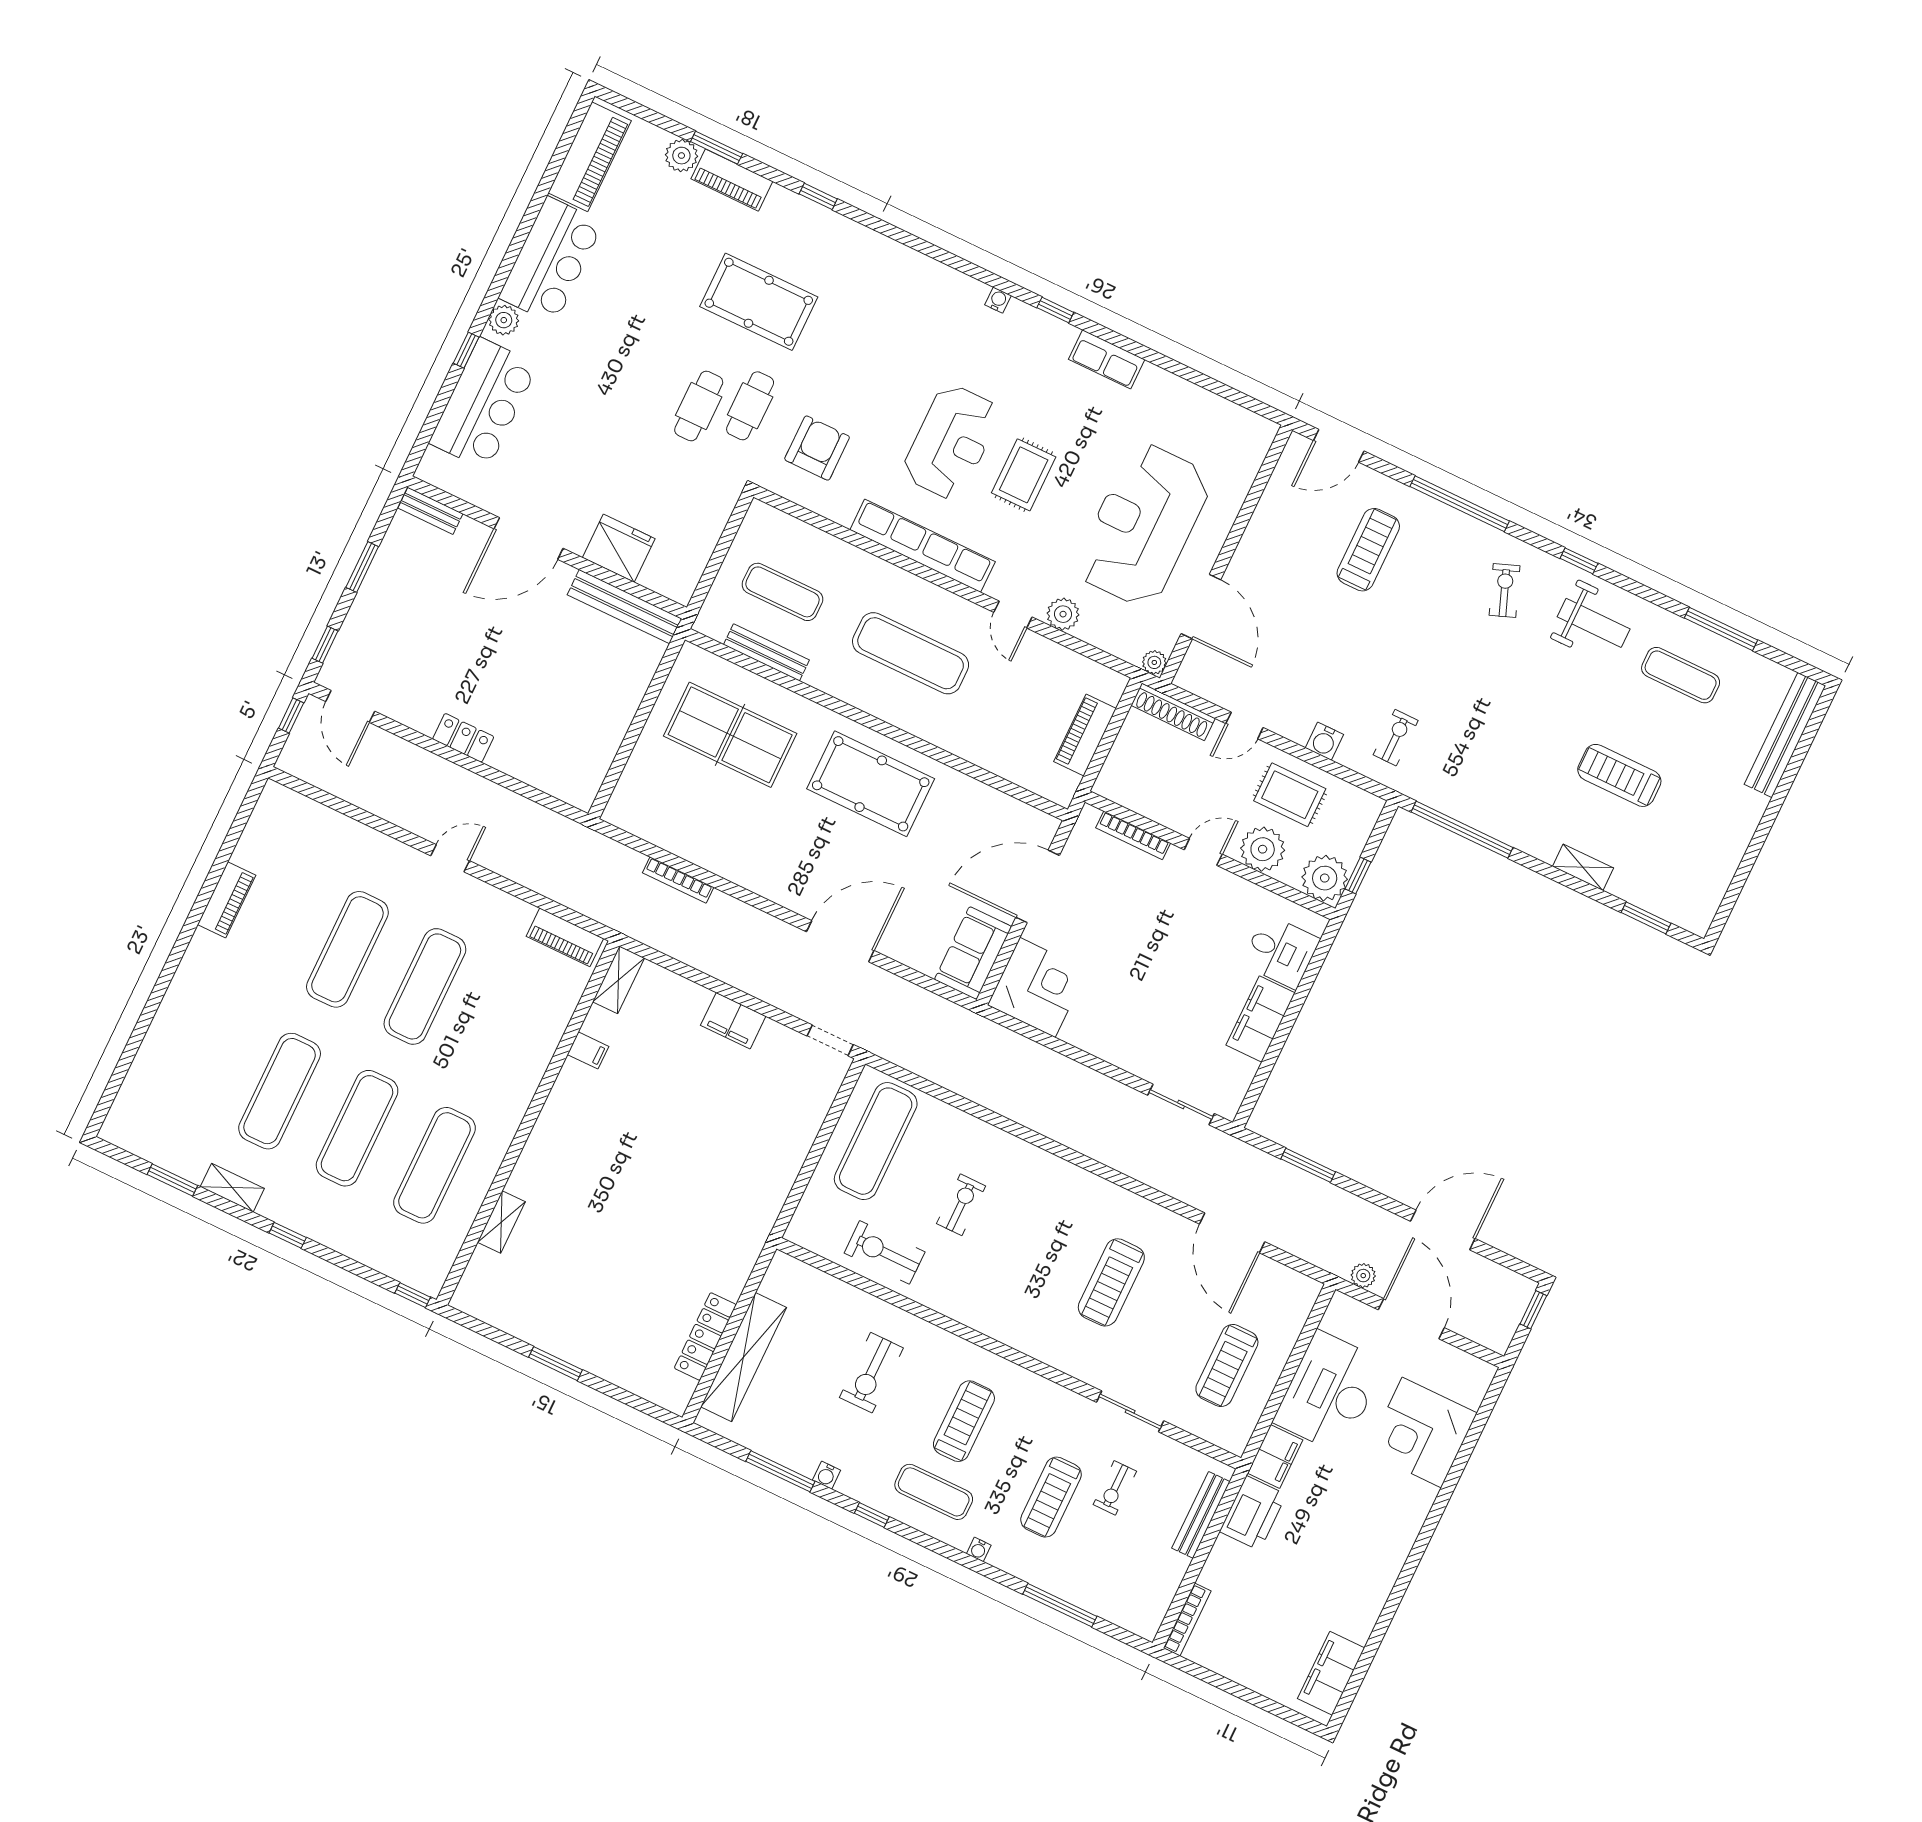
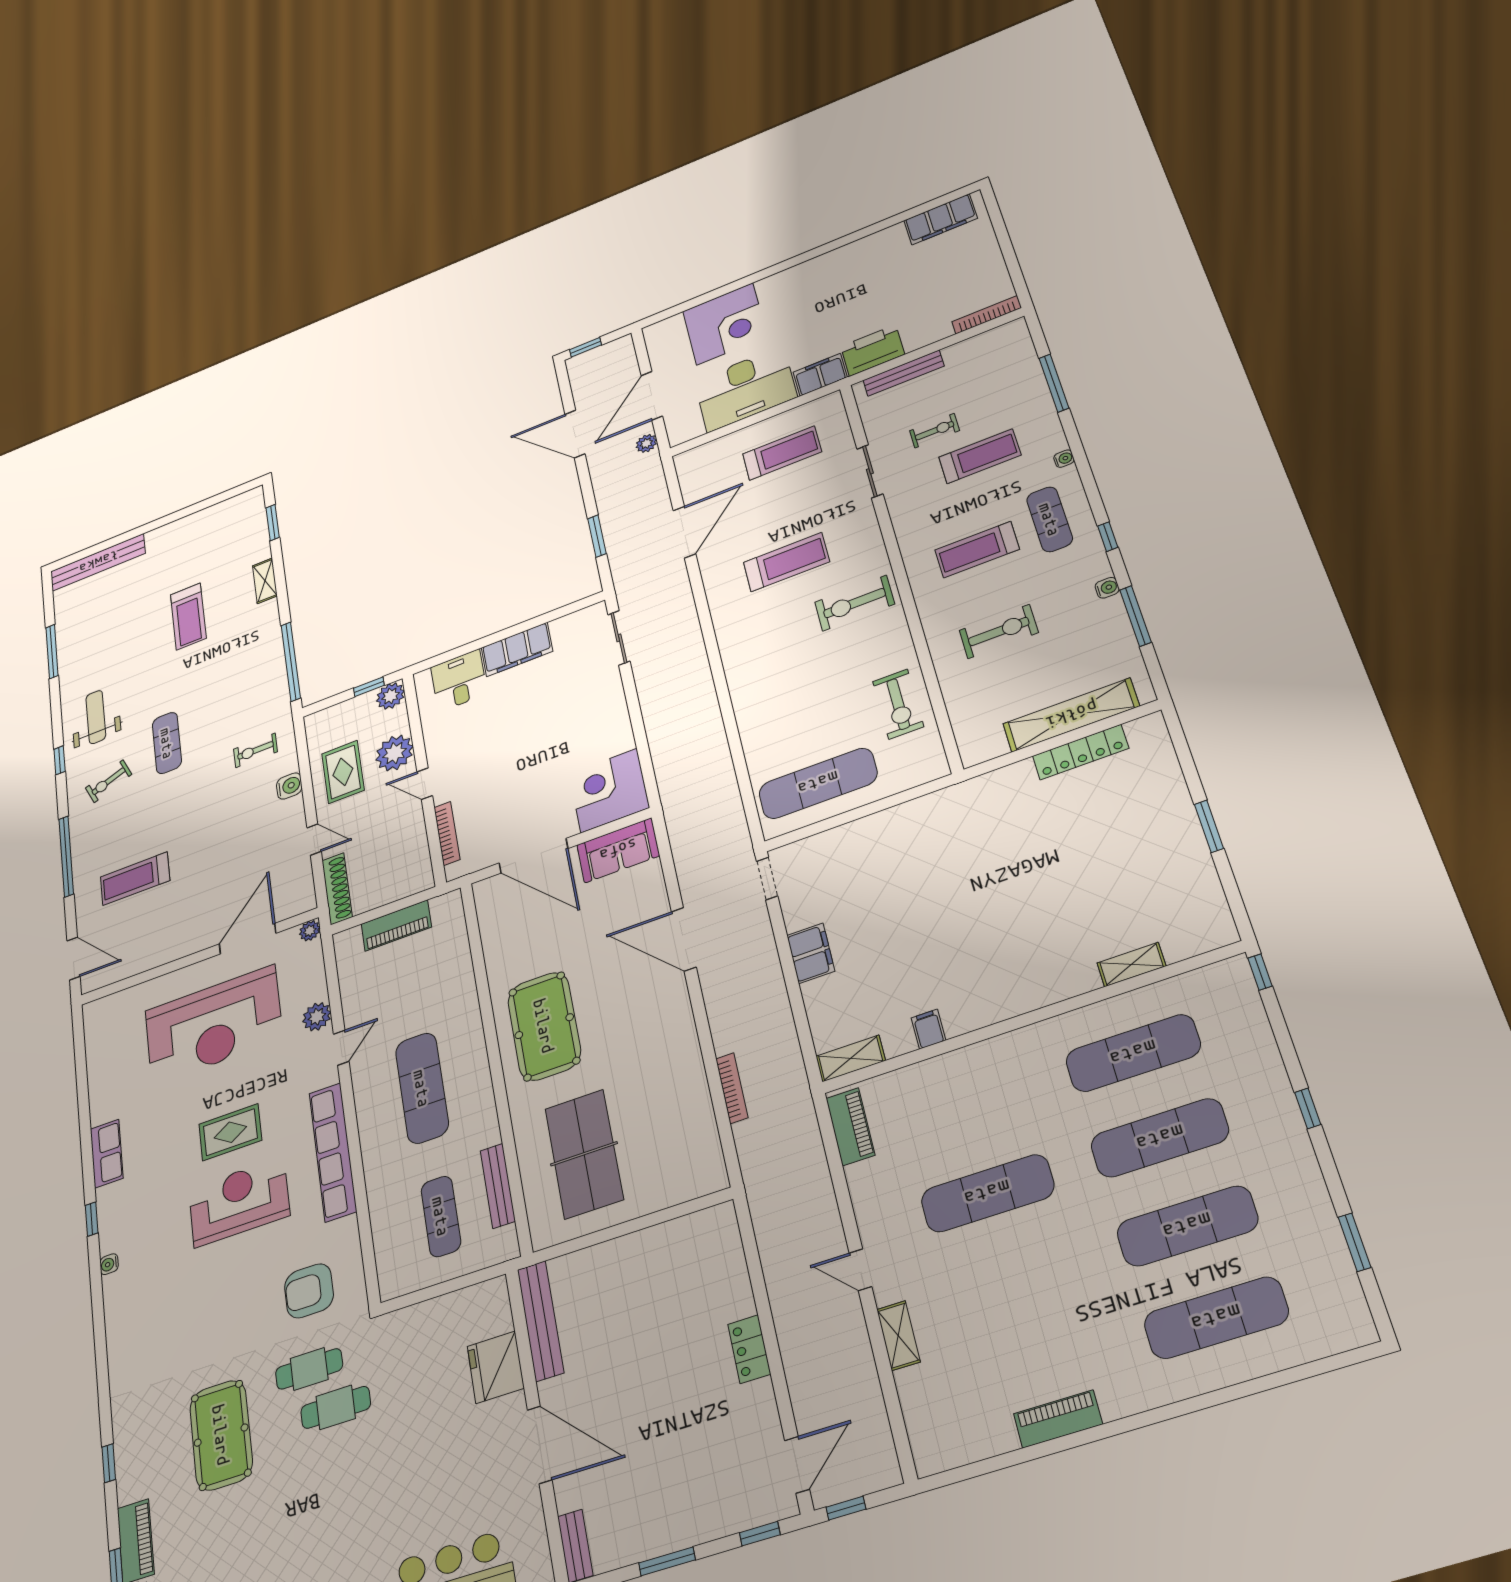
exercise mat: (1681, 675) -> (167, 743), moved
plant: (1325, 878) -> (390, 696), width x0.73, depth x0.73
exercise mat: (347, 949) -> (1216, 1318), moved
shelving: (232, 1188) -> (898, 1336), moved
exercise bike: (961, 1205) -> (855, 603), moved, width x1.38, depth x1.39

